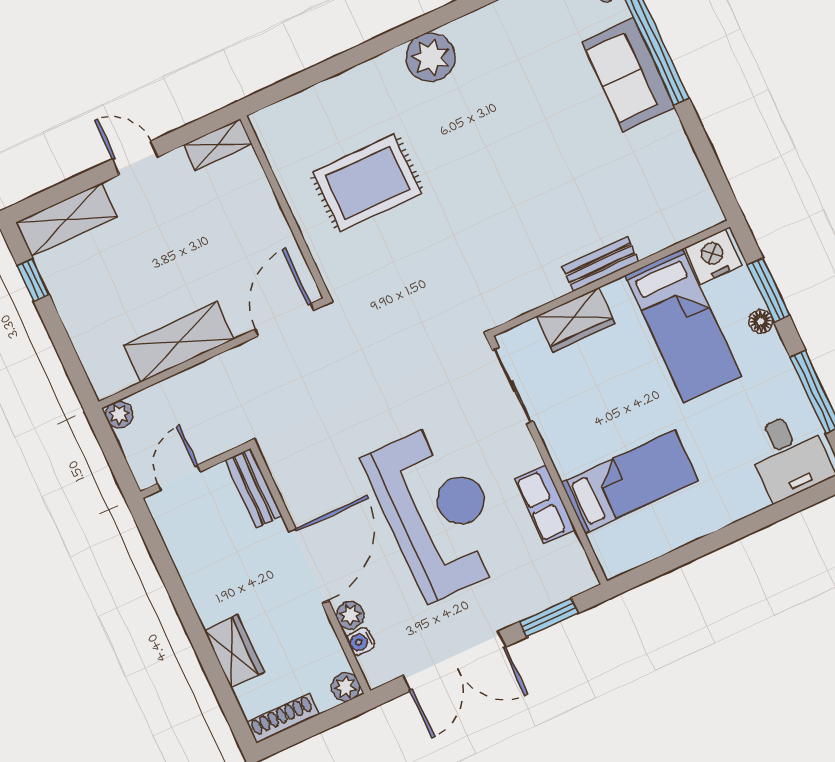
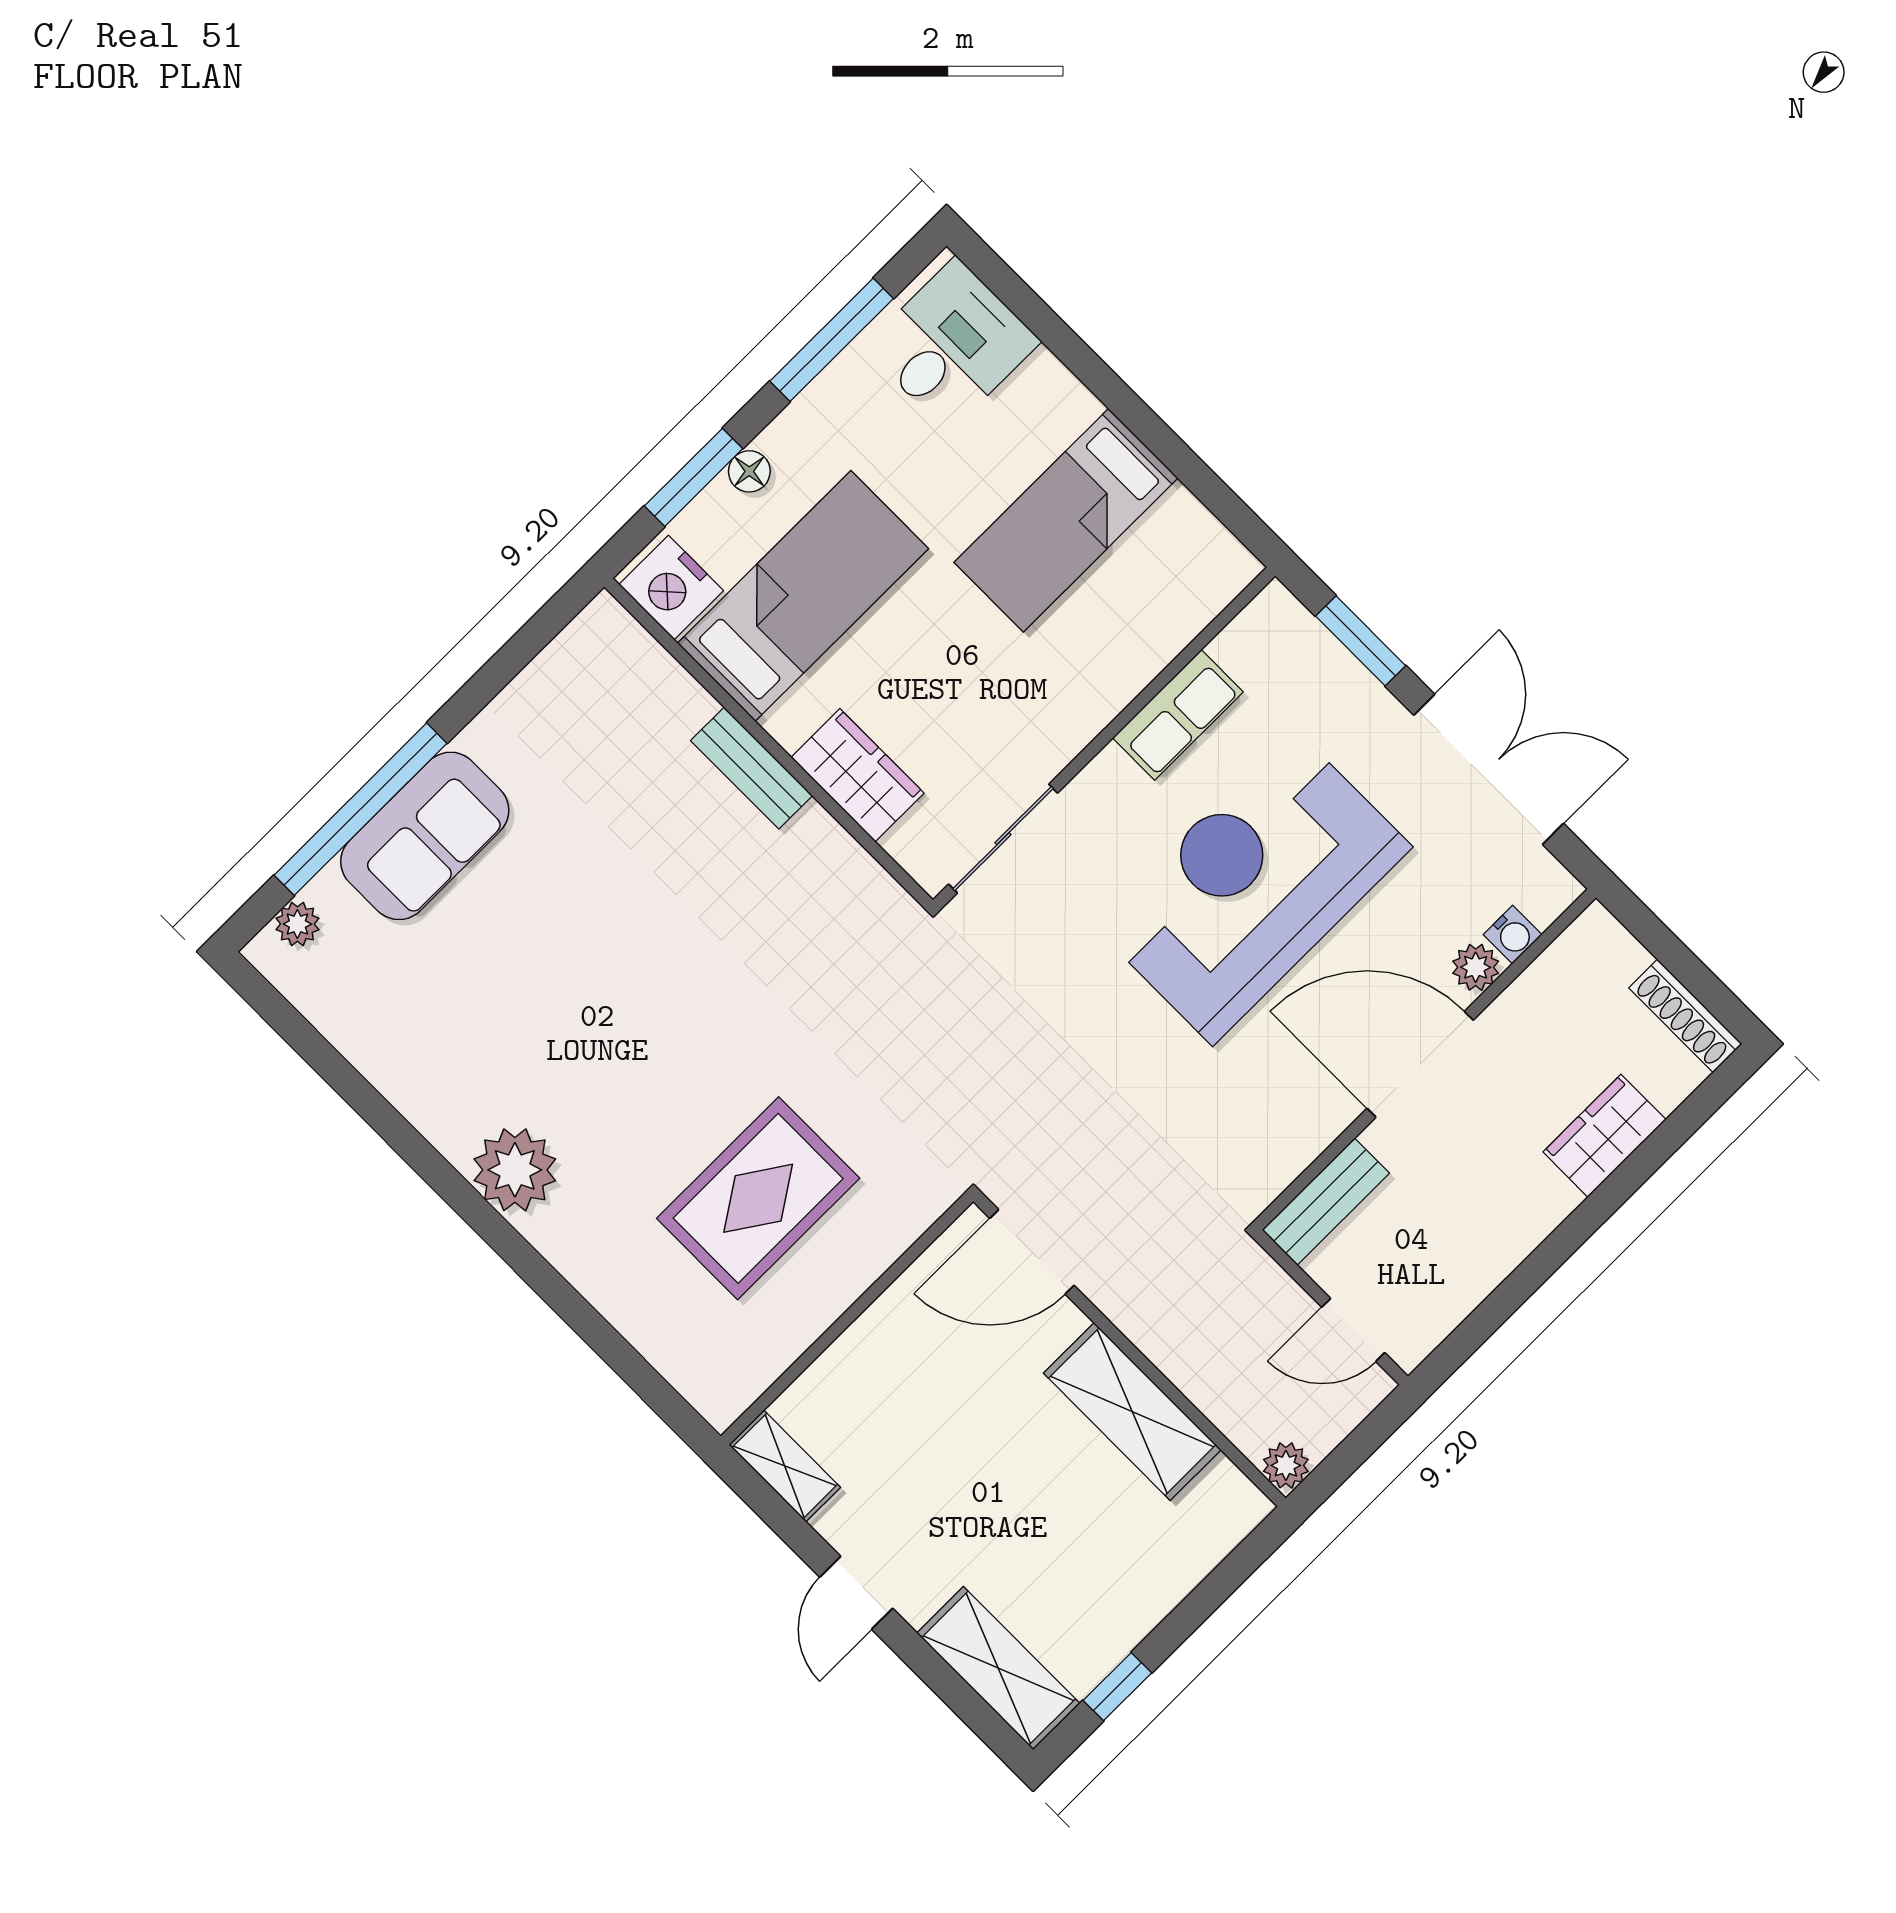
rug: (367, 183) -> (758, 1198), turned 90
bed: (630, 482) -> (1066, 520), moved, turned -90
plant: (346, 687) -> (1596, 932), removed

